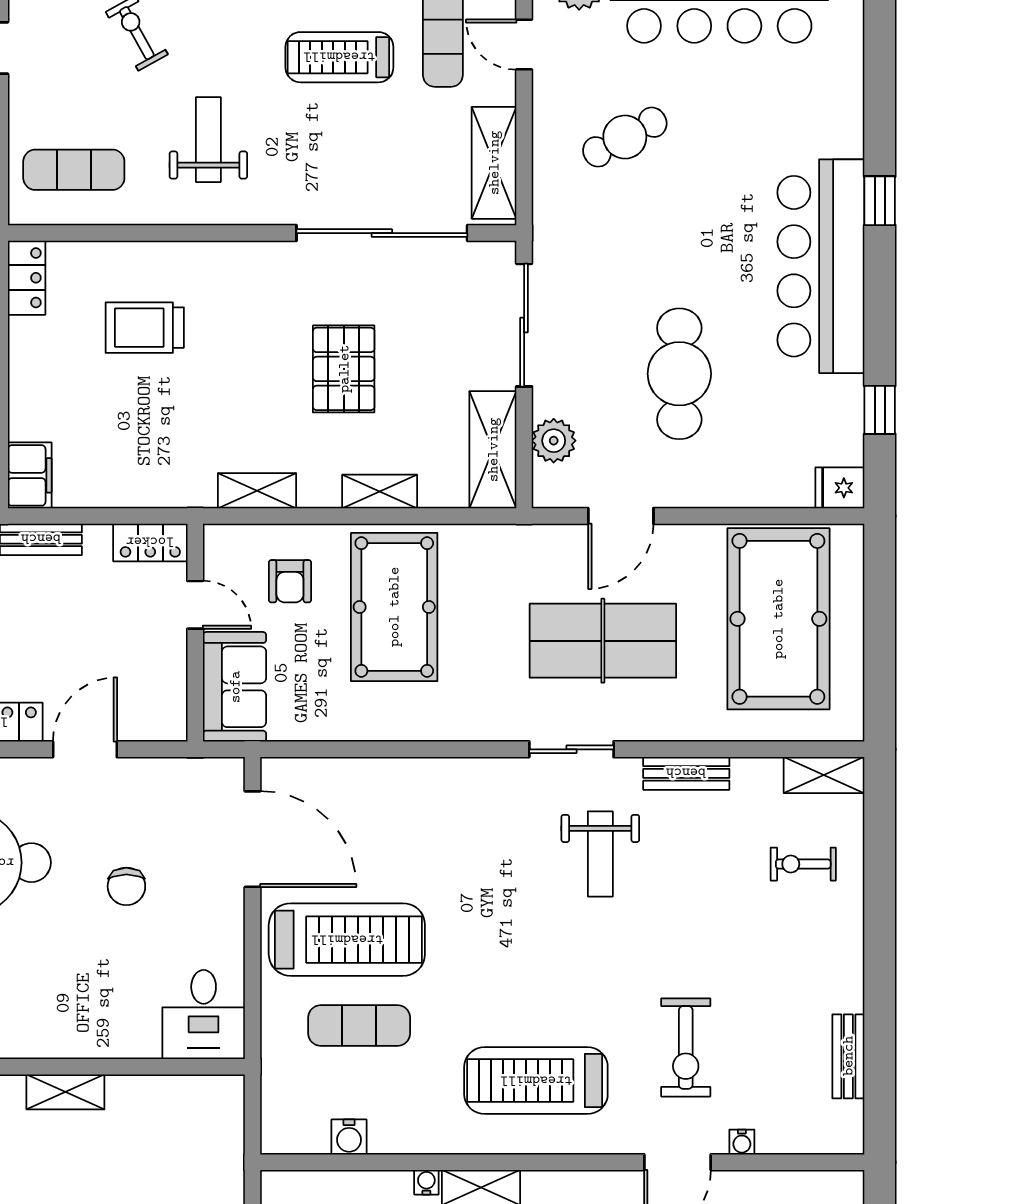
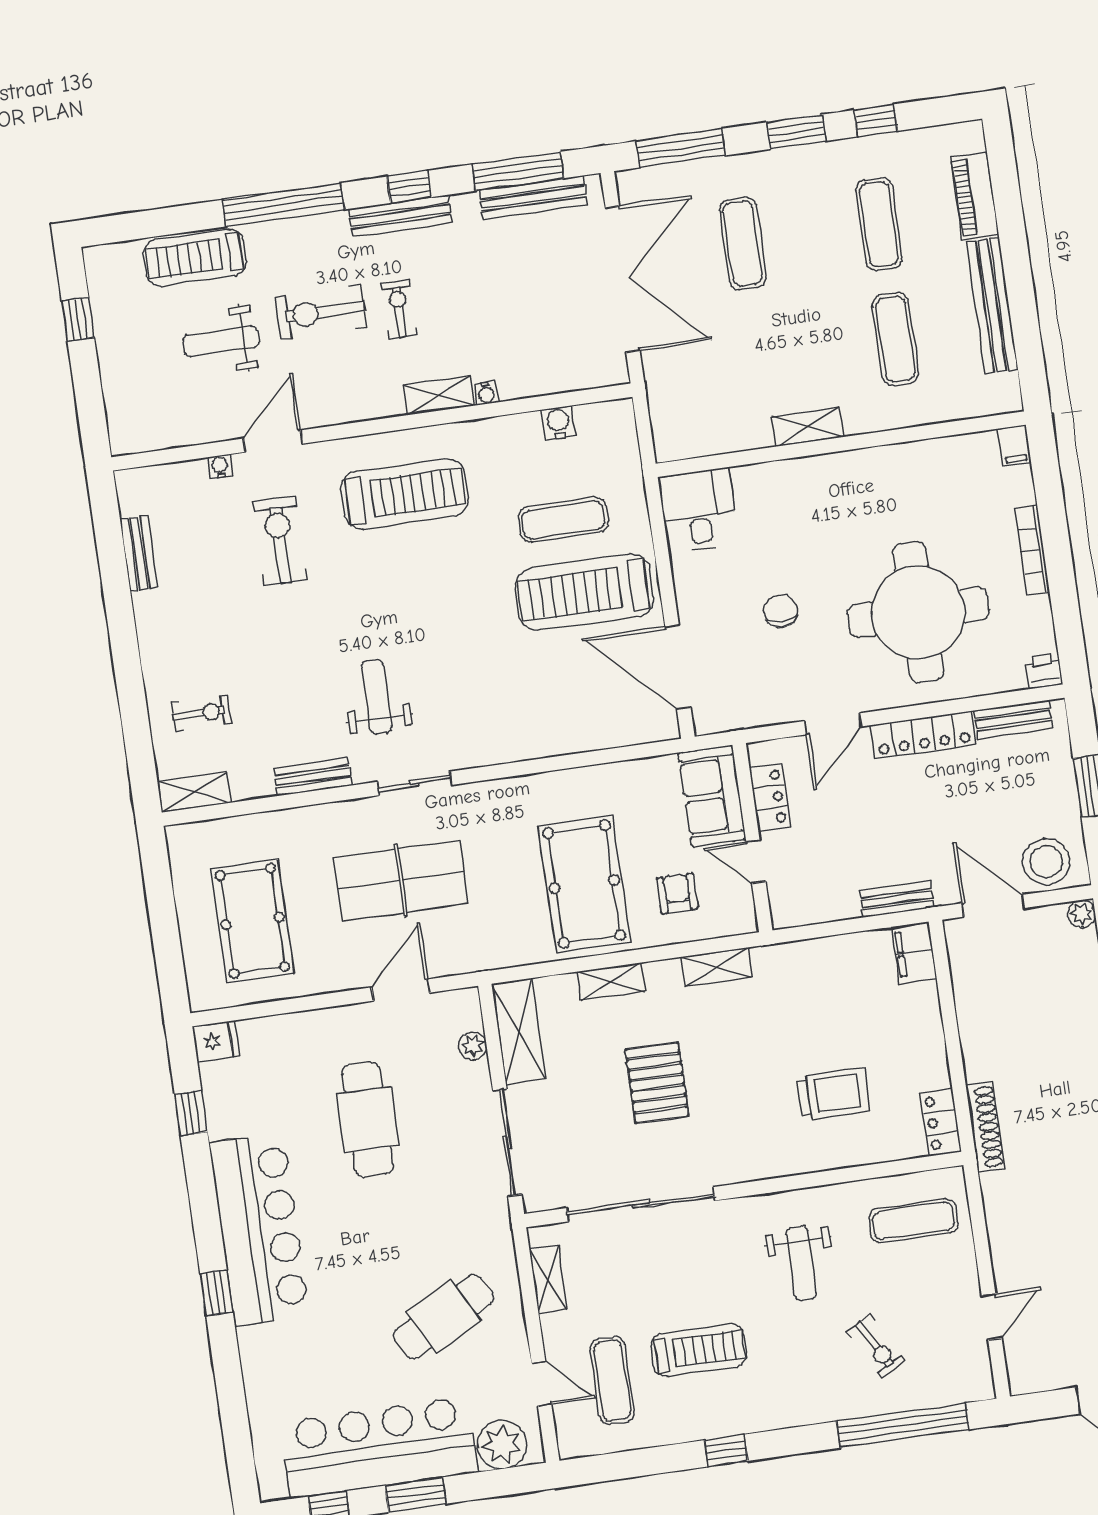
cafe table: (625, 137) -> (444, 1317), width x1.37, depth x1.35
shelving: (494, 163) -> (548, 1279), width x0.67, depth x0.75
plant: (554, 441) -> (473, 1046), width x0.73, depth x0.73
locker: (150, 542) -> (770, 797), moved, turned 90
pool table: (778, 619) -> (252, 921), width x0.73, depth x0.76

